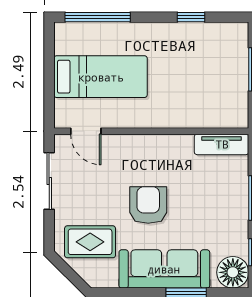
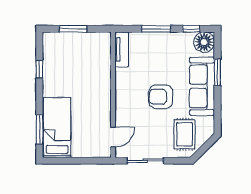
window: (98, 17) -> (39, 129), width x0.69
bed: (101, 77) -> (57, 128), moved

